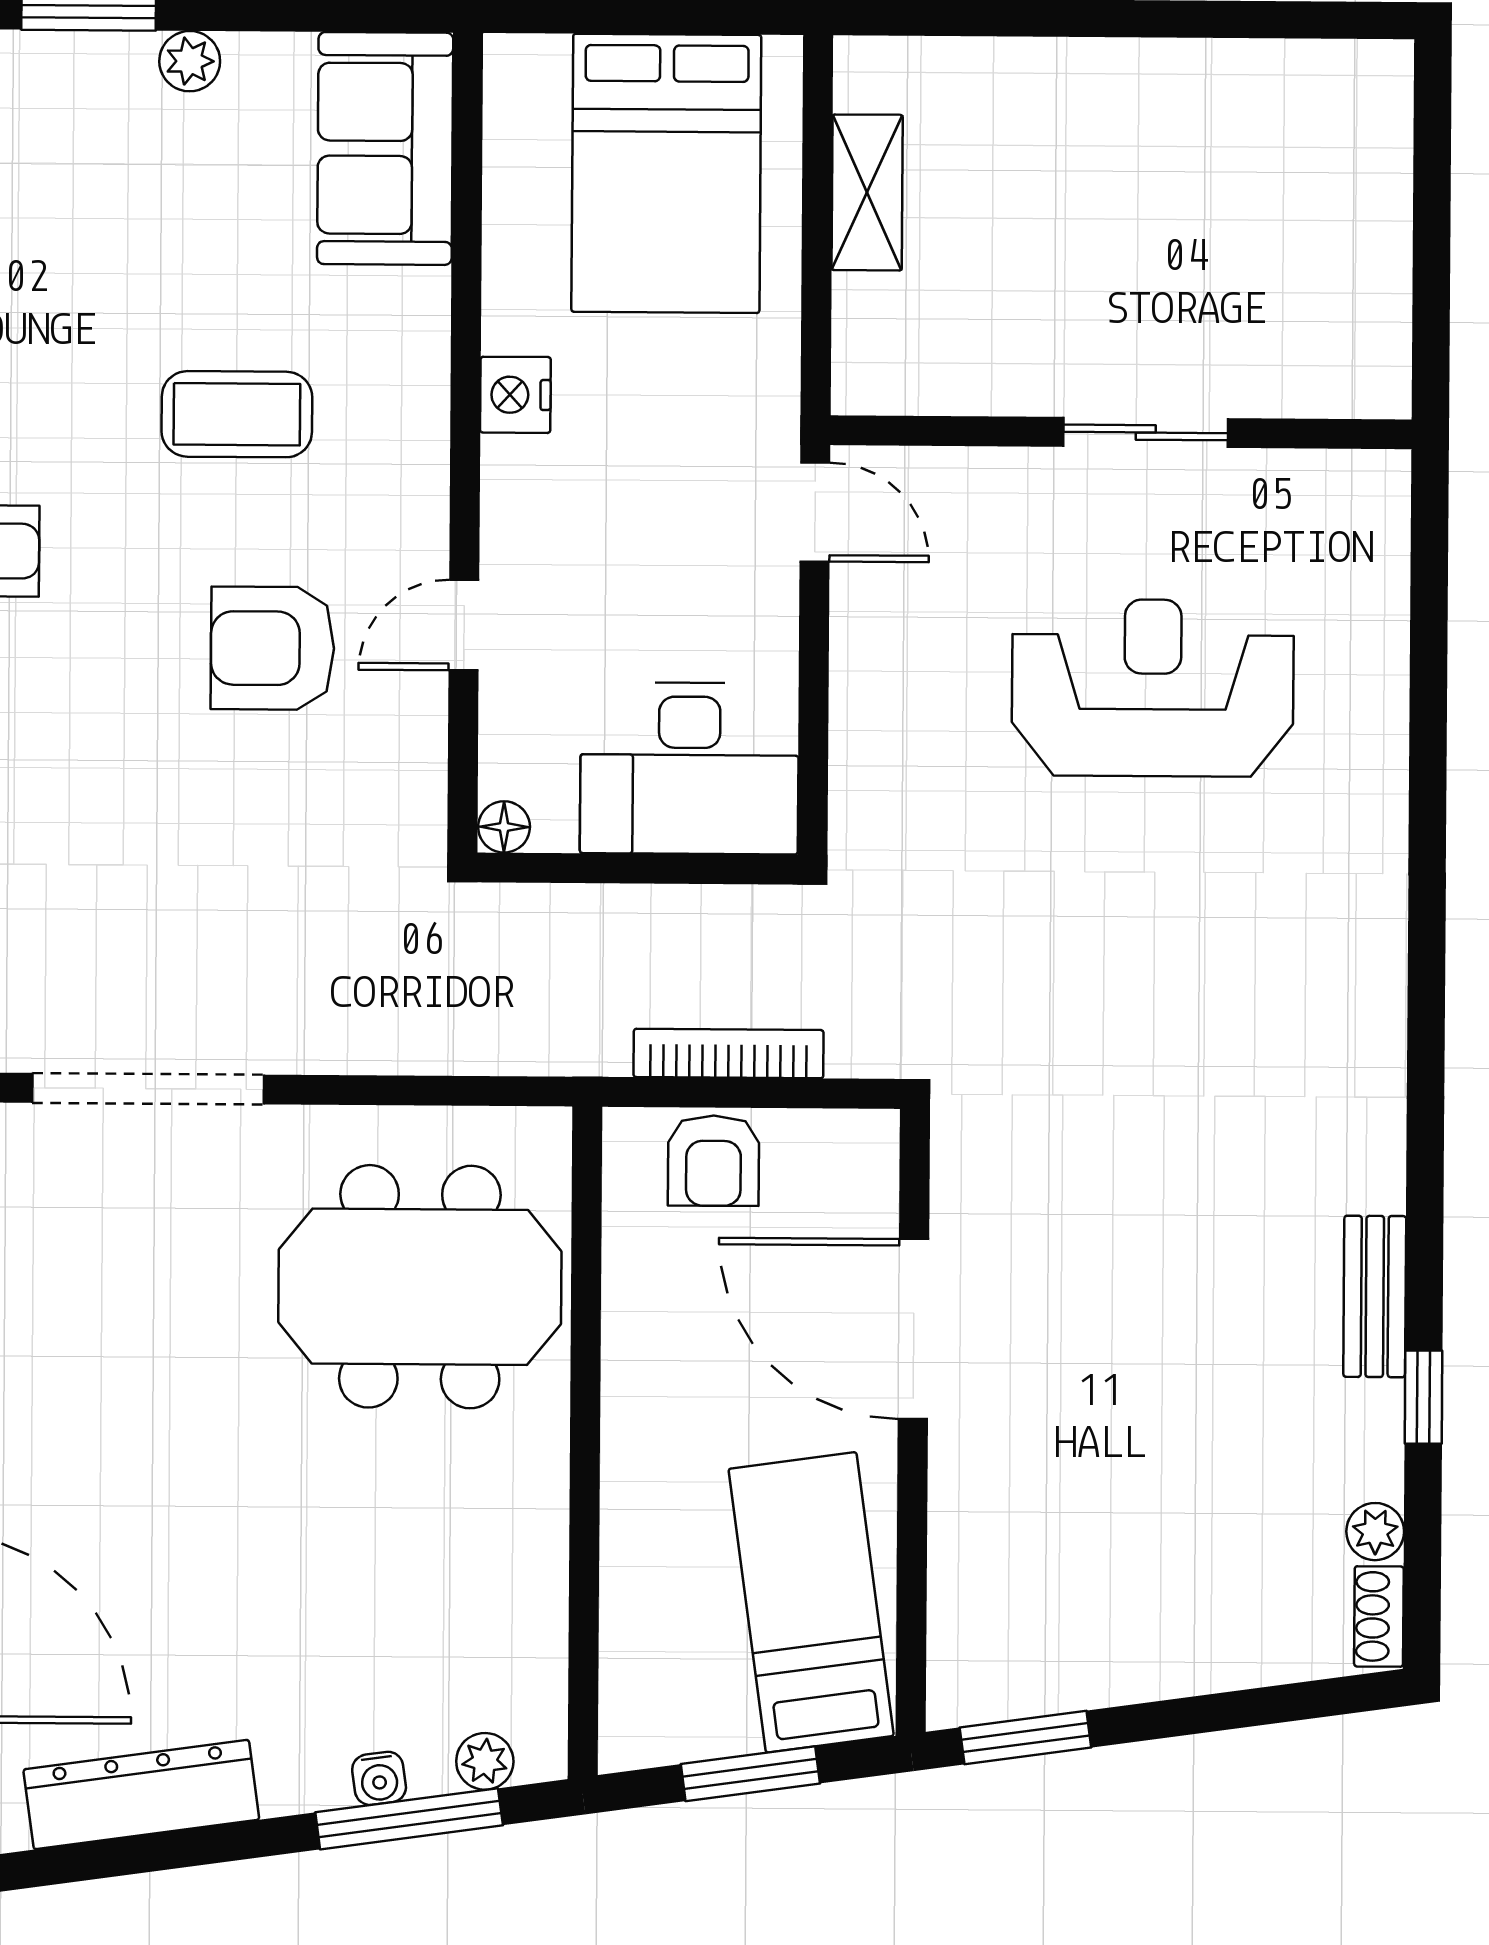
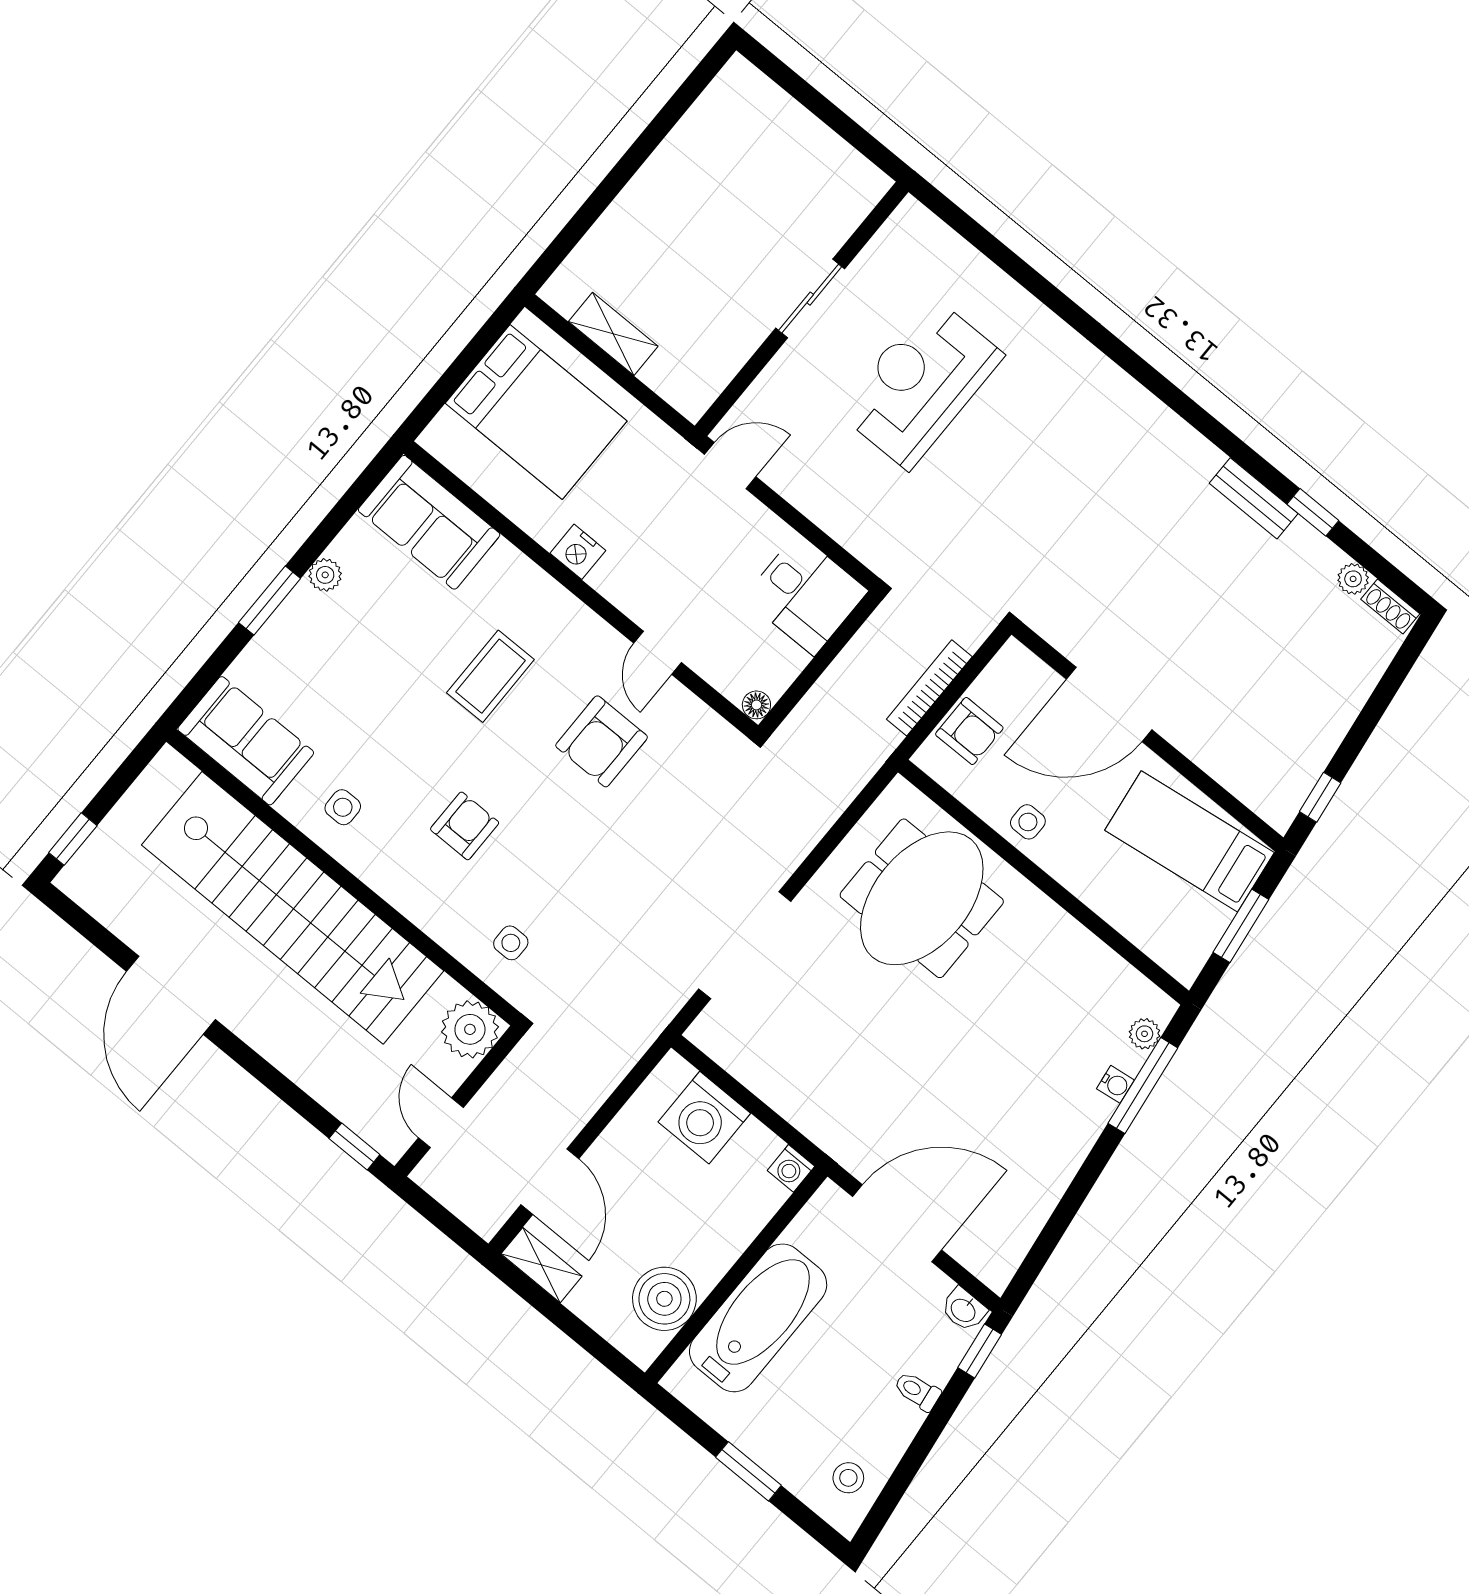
desk: (689, 768) -> (806, 594), width x0.73
side table: (652, 1349) -> (1028, 822), added
window: (1025, 1737) -> (1320, 797), width x0.67
dresser: (141, 1795) -> (1041, 1190), removed

